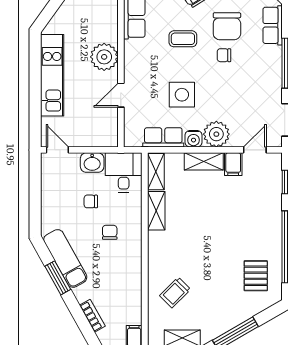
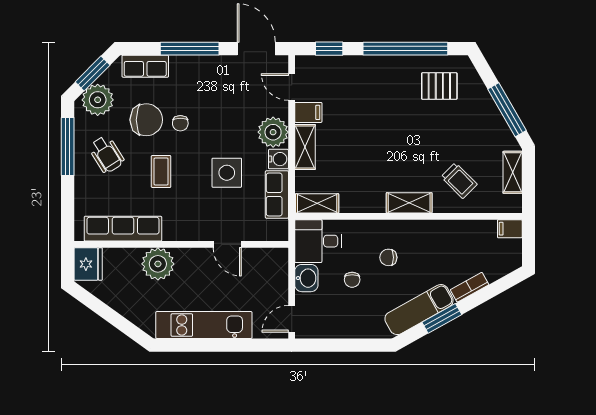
plant: (104, 57) -> (158, 264), moved
shelving: (156, 211) -> (409, 203), moved
bookcase: (92, 316) -> (470, 287), moved

